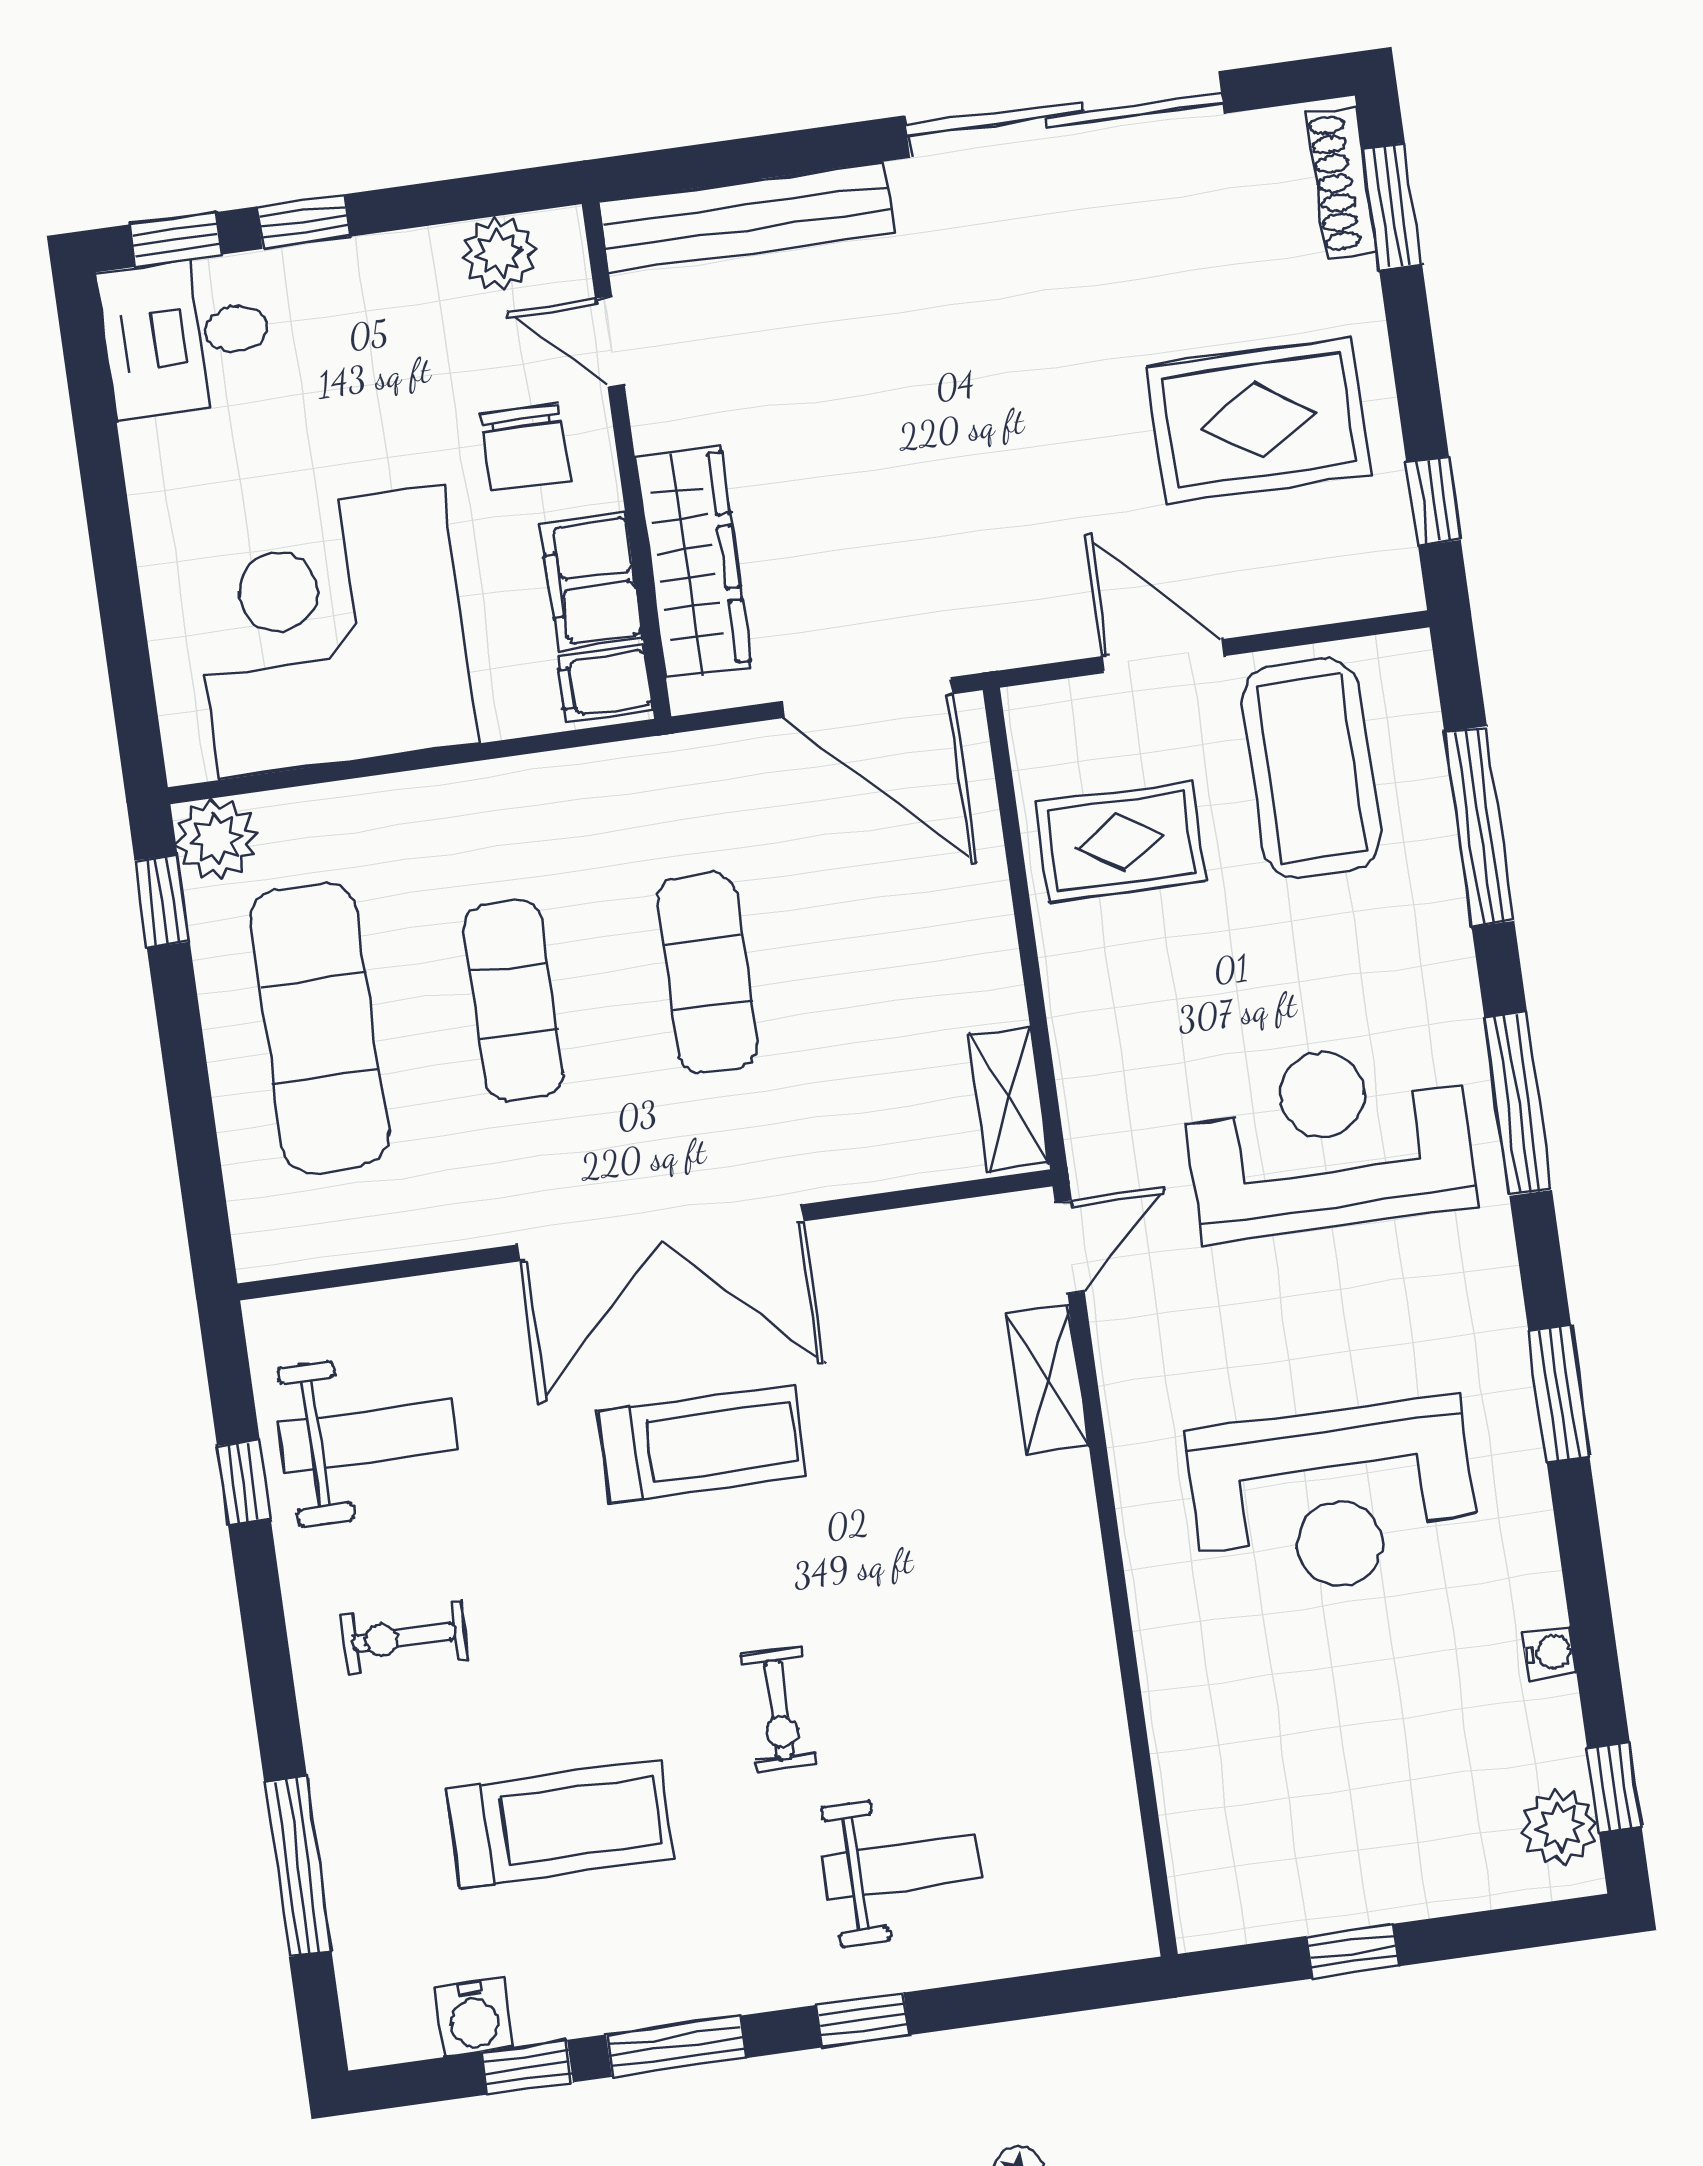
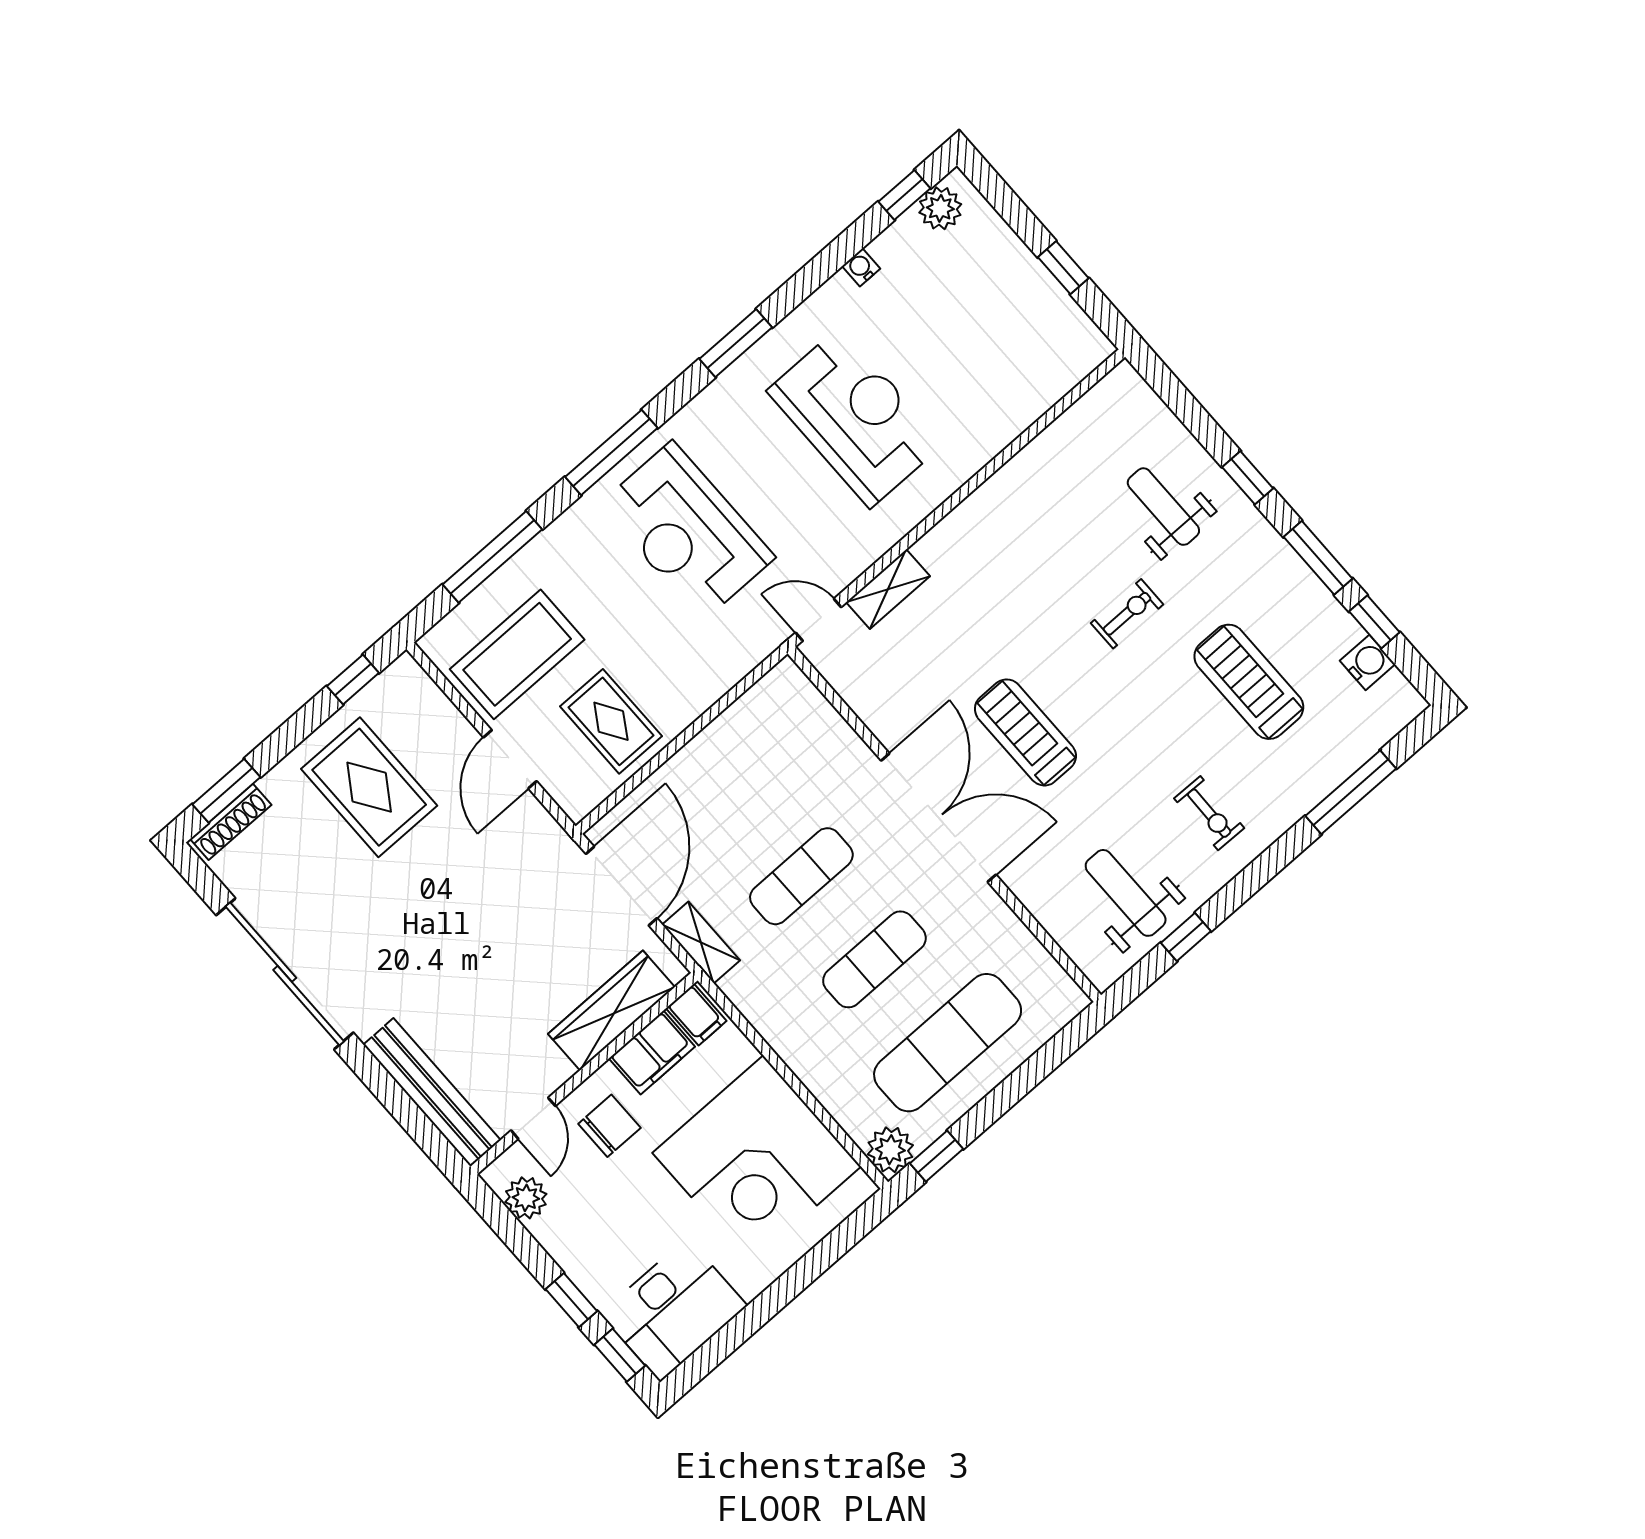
desk: (186, 336) -> (674, 1310), width x1.37
shelving: (1009, 1100) -> (701, 942), moved, turned 90

